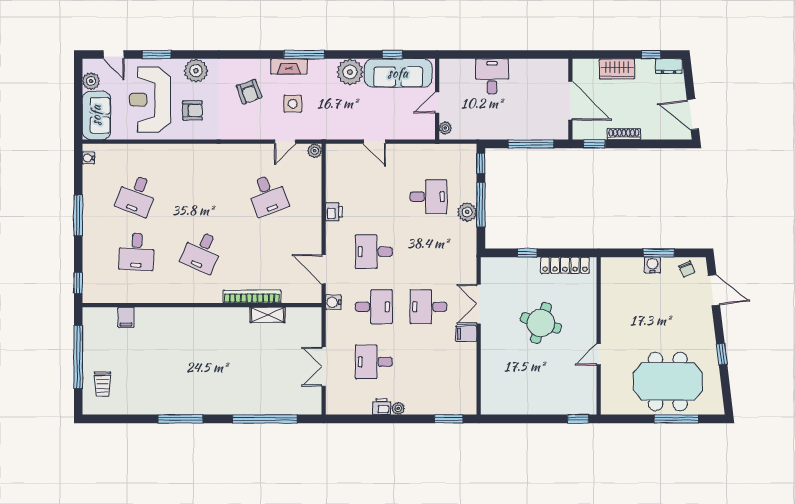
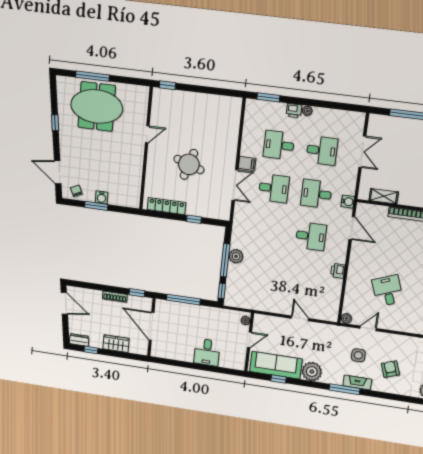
desk: (429, 197) -> (279, 145), moved
shelving: (268, 315) -> (384, 196), moved
printer: (382, 407) -> (294, 111), moved

